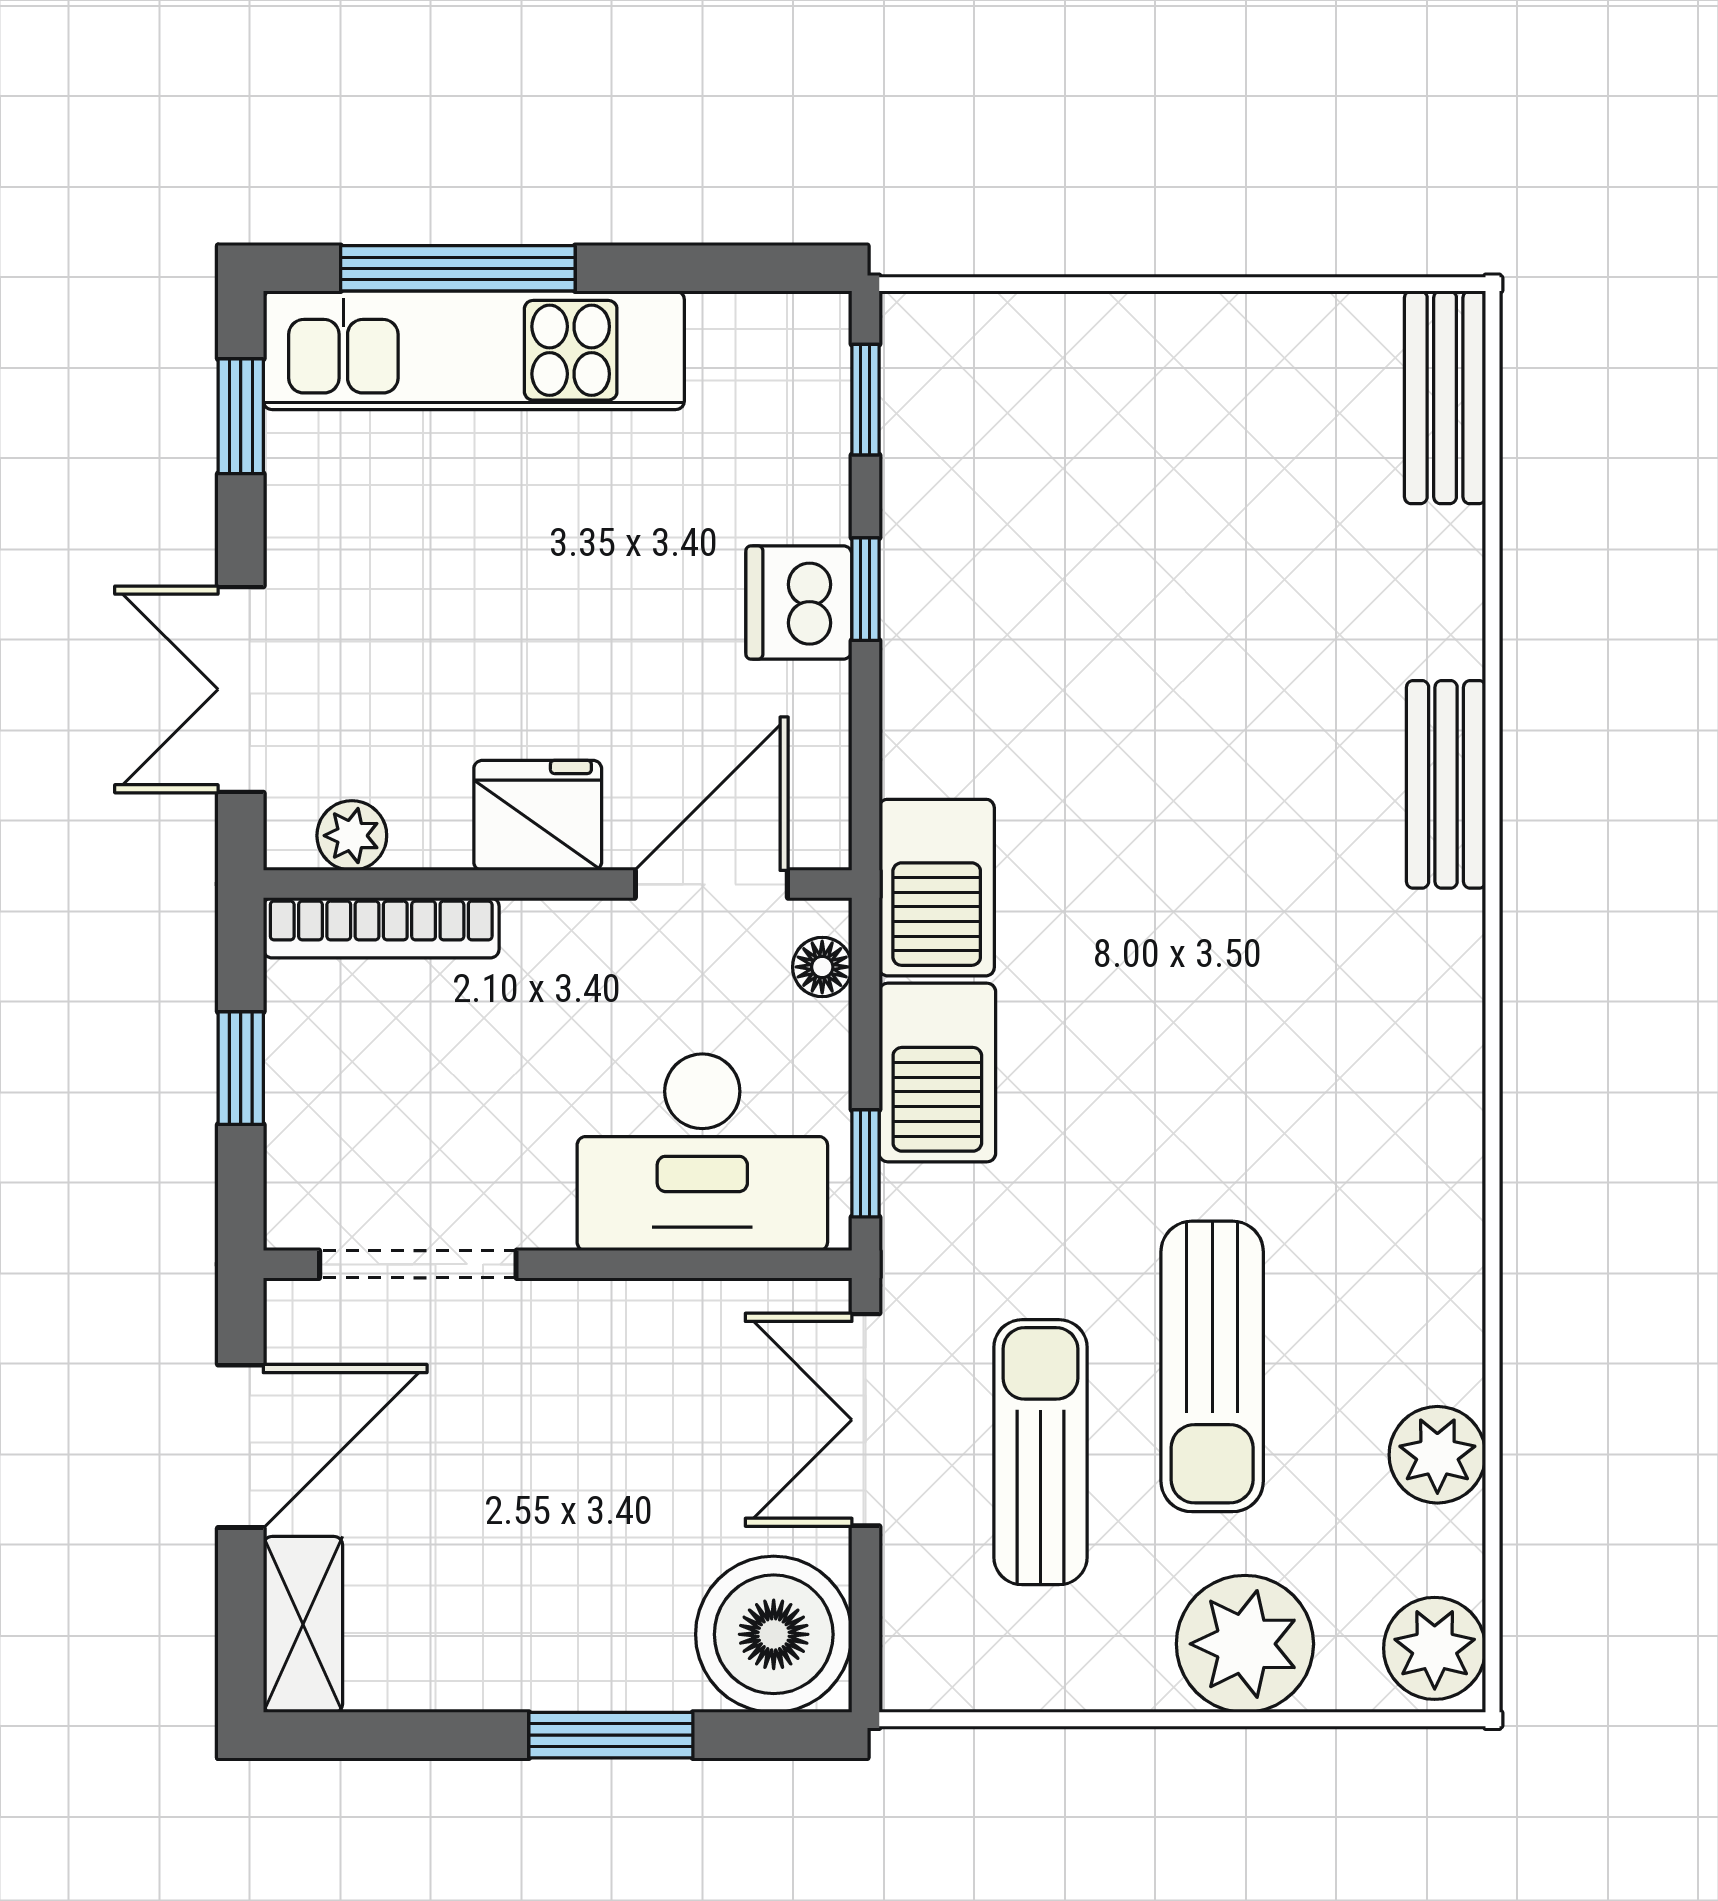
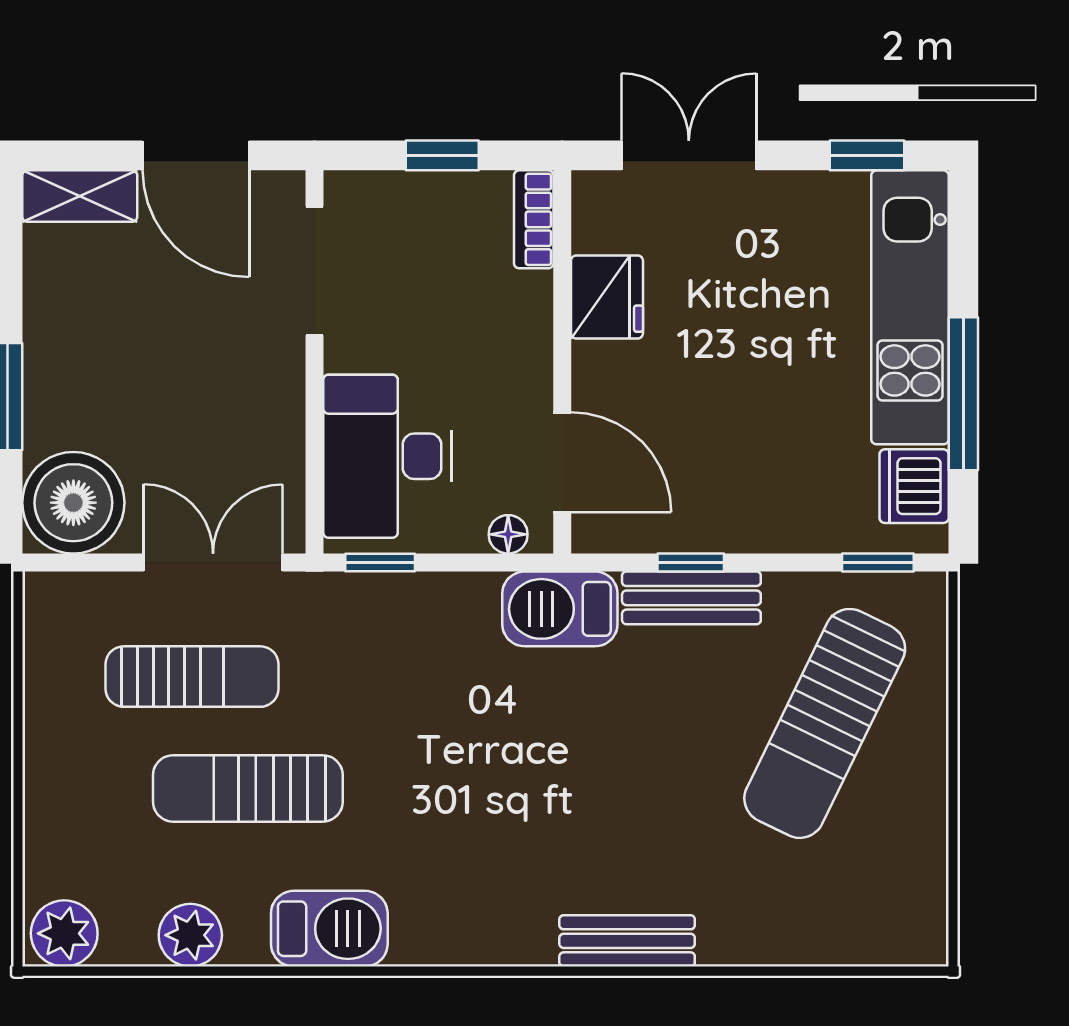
window: (458, 268) -> (963, 394), moved
bench: (1445, 397) -> (691, 598), moved
sun lounger: (1112, 481) -> (825, 723), added
window: (865, 589) -> (691, 563), moved
dishwasher: (799, 602) -> (914, 486), moved, turned -90
fridge: (538, 815) -> (607, 297), moved
plant: (352, 836) -> (594, 228), removed
bookcase: (381, 928) -> (534, 219), width x0.64
barbecue: (937, 1072) -> (329, 929), moved, turned 180
plant: (1245, 1644) -> (67, 810), removed

